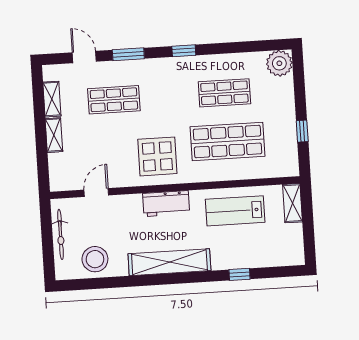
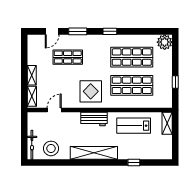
door: (84, 57) -> (52, 31), swing flipped
shop shelf: (224, 93) -> (132, 57), width x1.43, depth x1.36
shelving: (52, 99) -> (32, 96), moved
bicycle: (61, 234) -> (32, 145), moved

